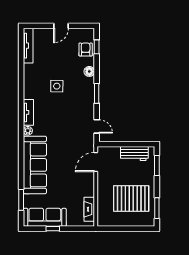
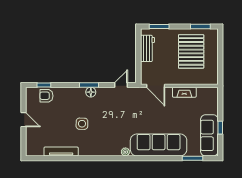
tv unit: (28, 46) -> (61, 152), moved
floor lamp: (89, 71) -> (91, 92), moved
tv unit: (28, 112) -> (108, 151), removed
fireplace: (89, 209) -> (184, 92), moved

